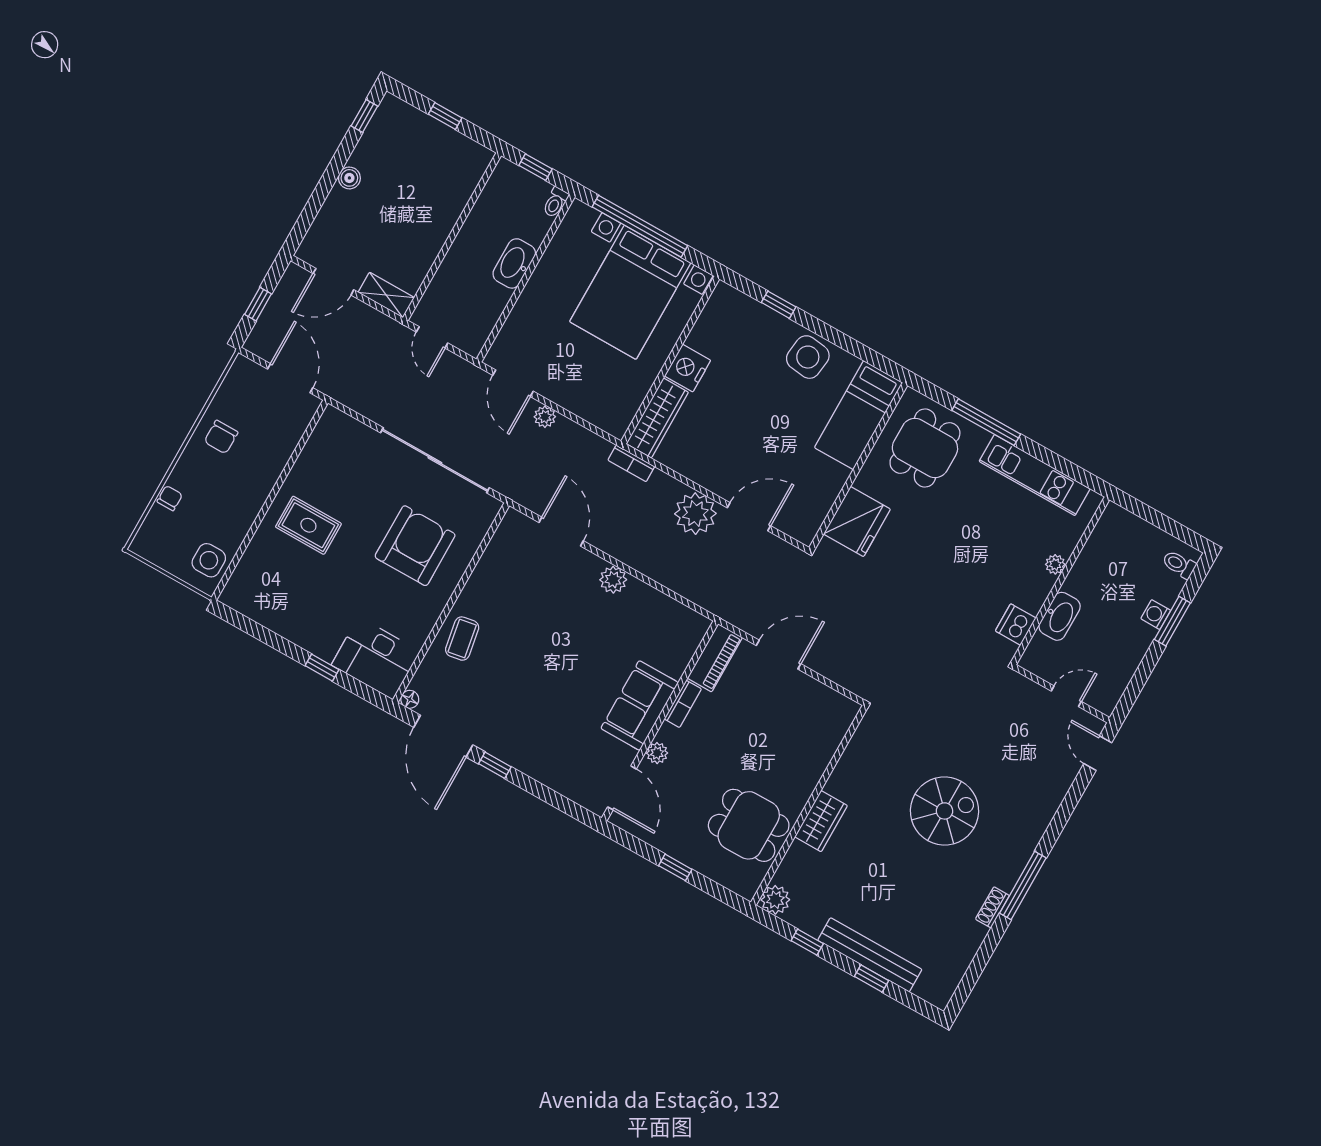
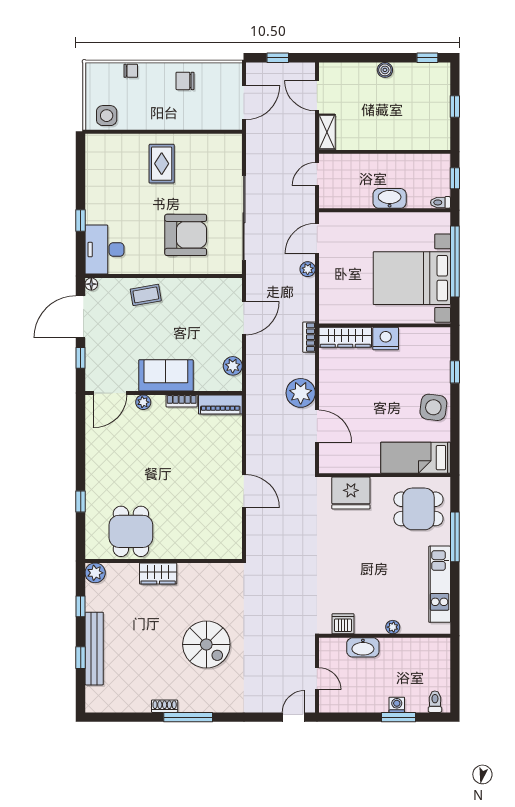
piano: (715, 658) -> (220, 404), moved
bookcase: (683, 704) -> (182, 401), moved
sofa: (640, 705) -> (166, 375), moved
wall: (660, 721) -> (164, 393), moved
plant: (657, 753) -> (143, 402), moved
door: (622, 788) -> (110, 393), moved

